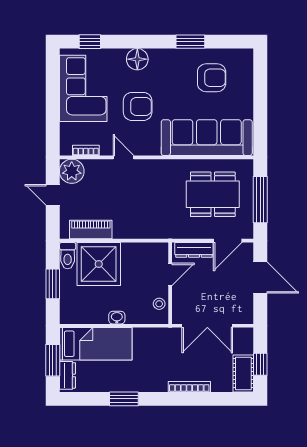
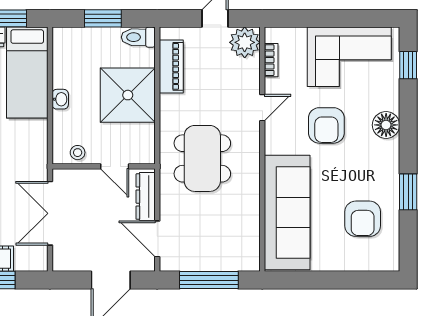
dining table: (213, 194) -> (202, 158), moved
shower: (99, 264) -> (128, 95), moved

